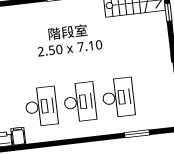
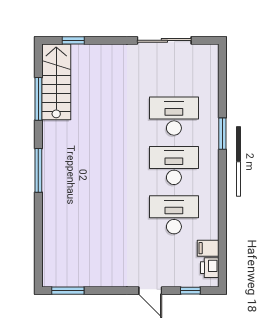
window: (137, 134) -> (222, 134), moved

